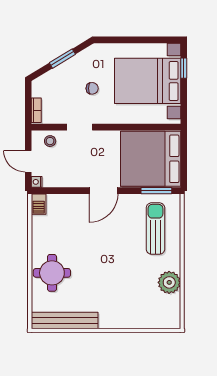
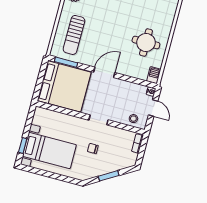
bed with nightstands: (148, 81) -> (49, 150), width x0.73
doorway: (80, 127) -> (98, 120), moved
round table: (52, 273) -> (146, 42), moved

